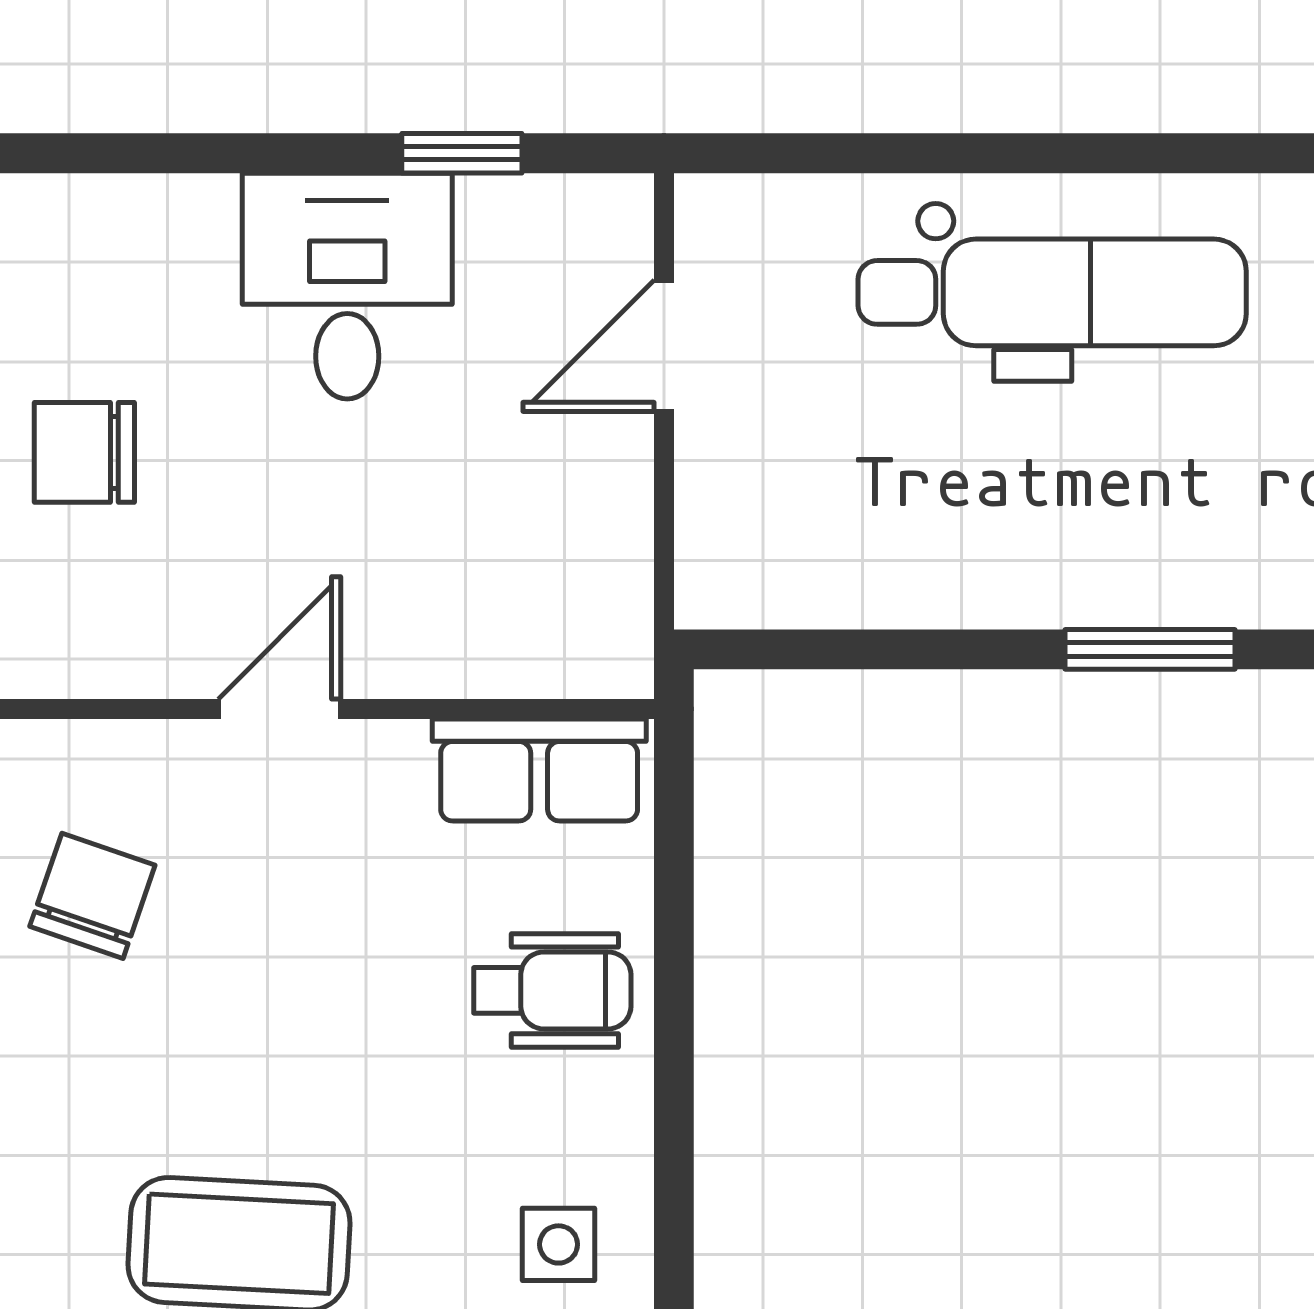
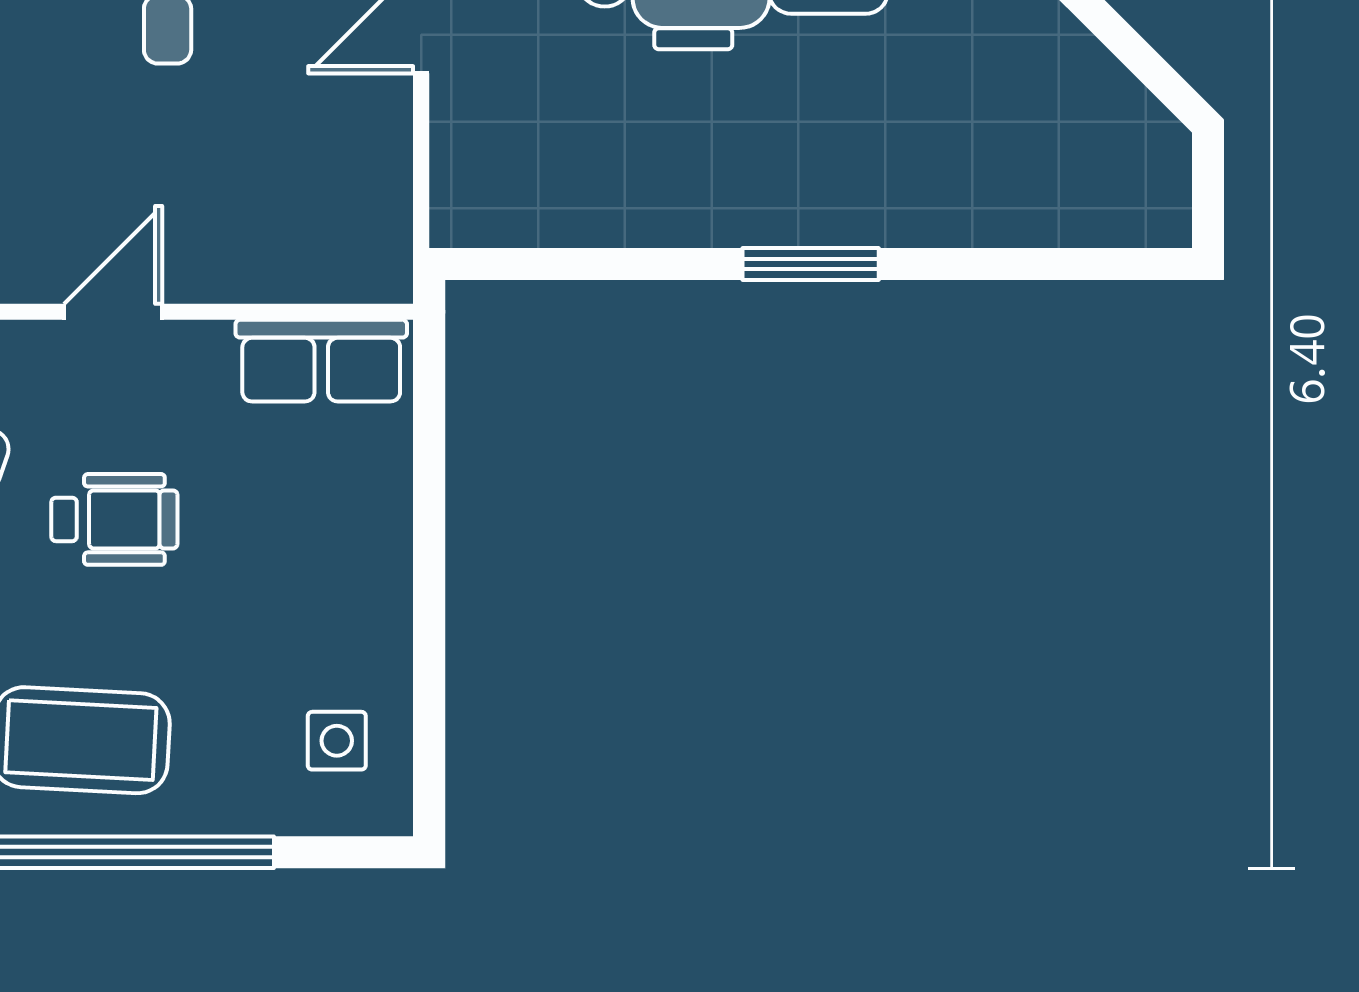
wheelchair: (552, 990) -> (114, 519), moved

